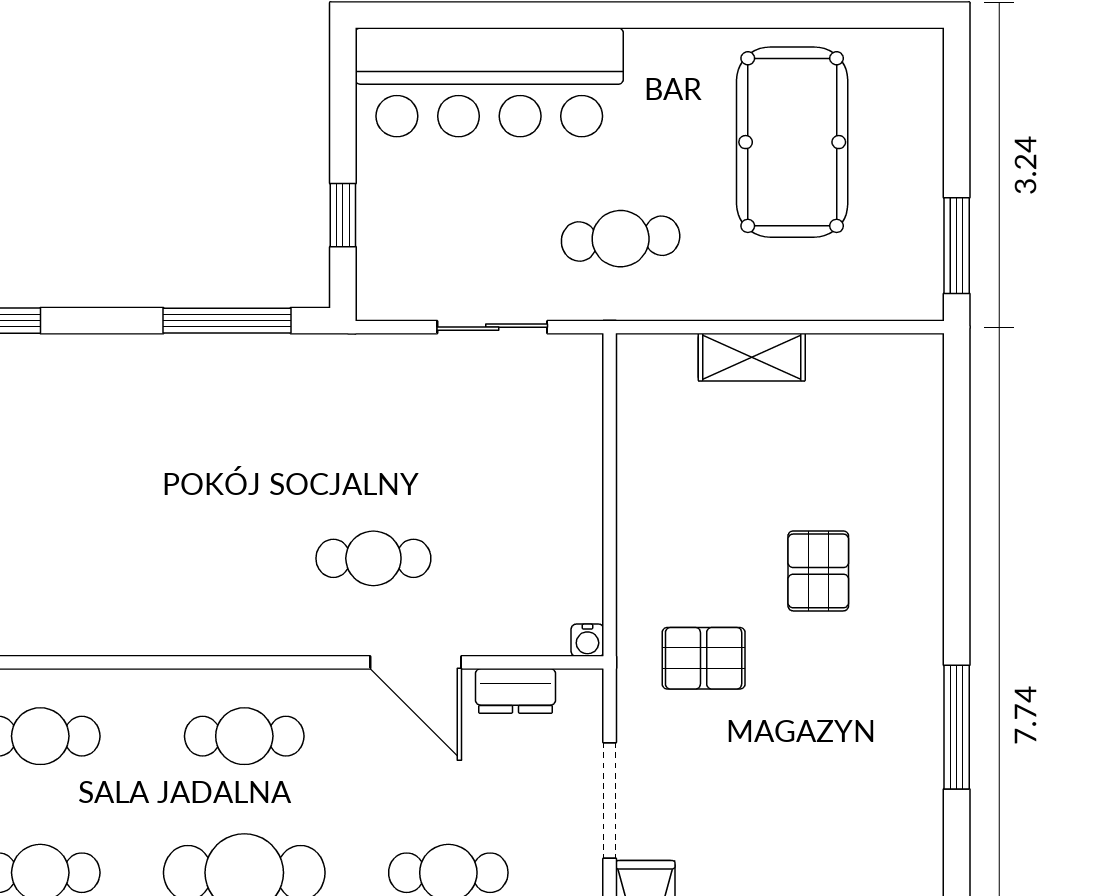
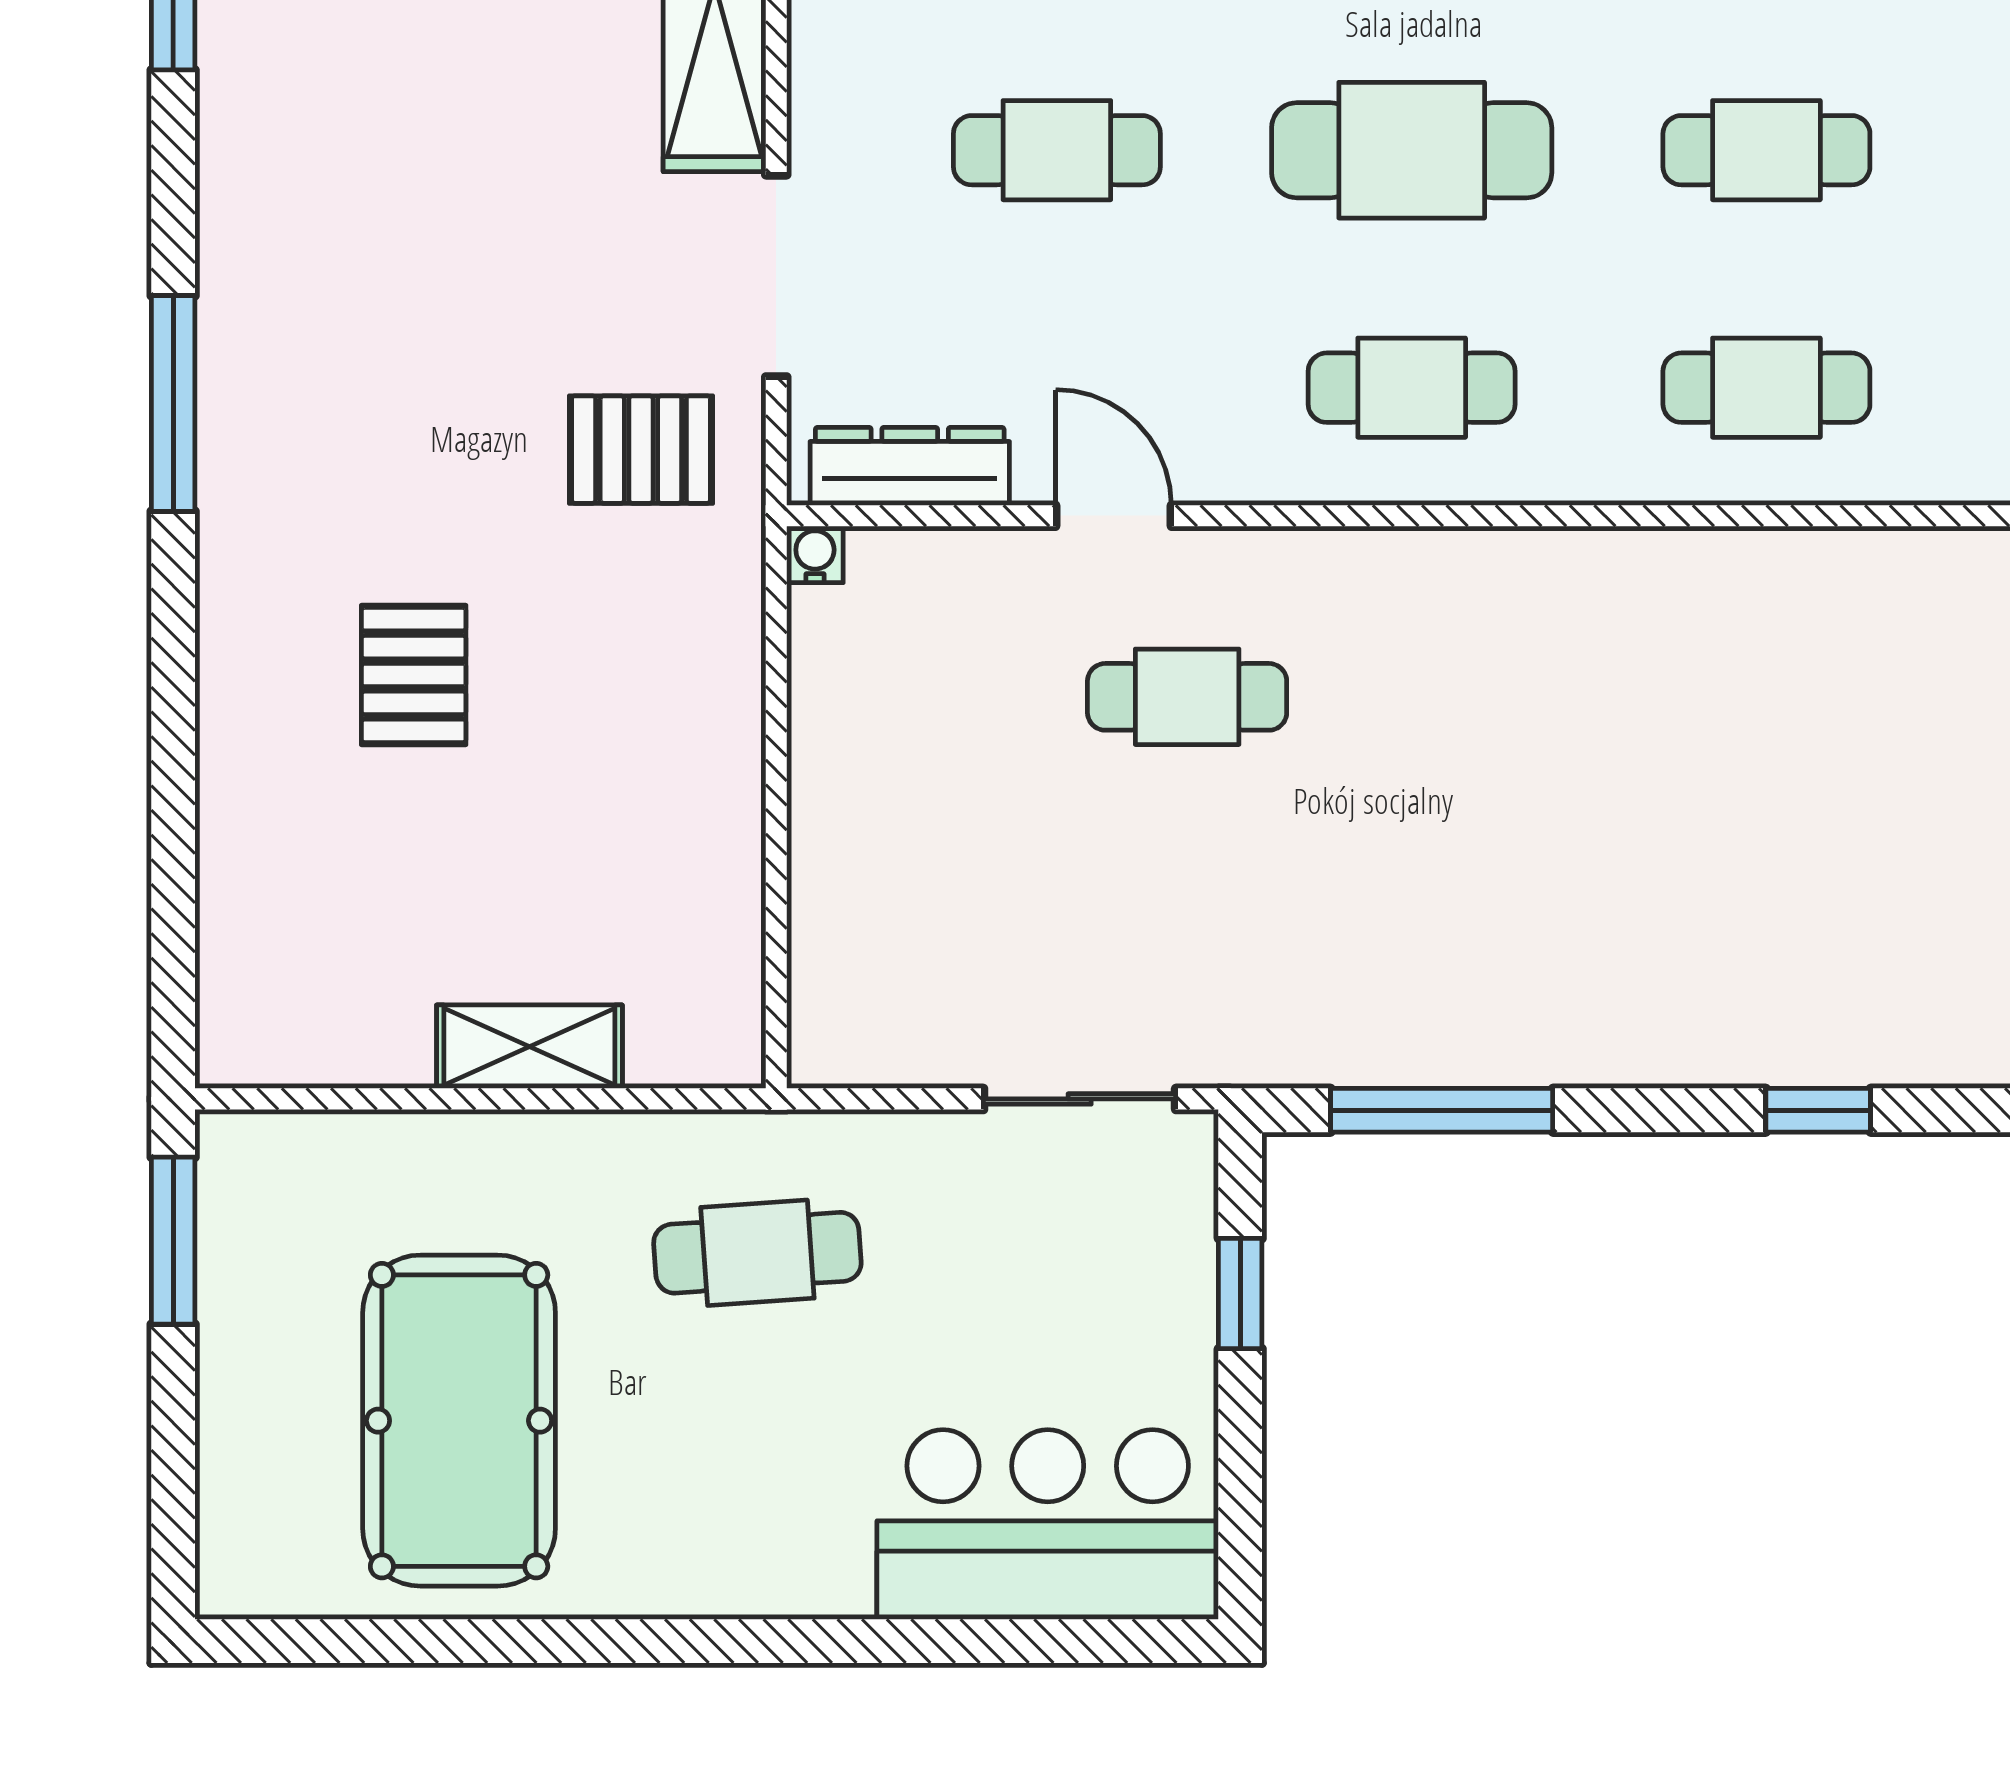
bar counter: (489, 82) -> (1048, 1525), width x0.73
sliding door: (492, 327) -> (1080, 1099), moved
pallet: (704, 658) -> (641, 450), moved
door: (416, 662) -> (1113, 516), width x0.73
dresser: (516, 691) -> (910, 466), width x1.44

